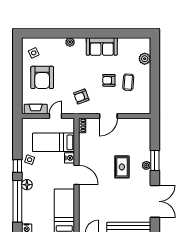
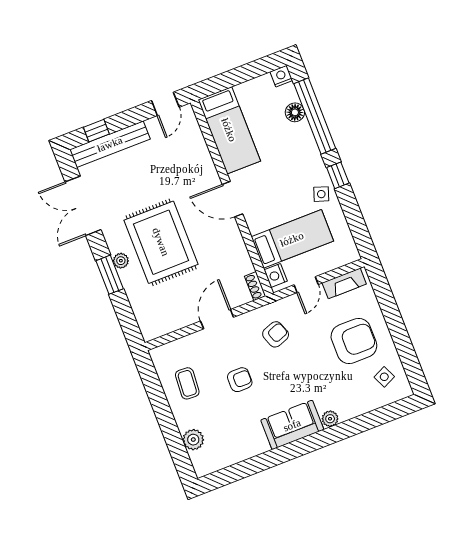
sofa: (102, 47) -> (292, 425), moved
armchair: (42, 77) -> (354, 341), turned 90
coffee table: (128, 82) -> (187, 383), moved
nightstand: (69, 158) -> (276, 275), moved
rug: (122, 167) -> (161, 242), width x1.86, depth x2.06
floor lamp: (27, 185) -> (295, 112), moved

